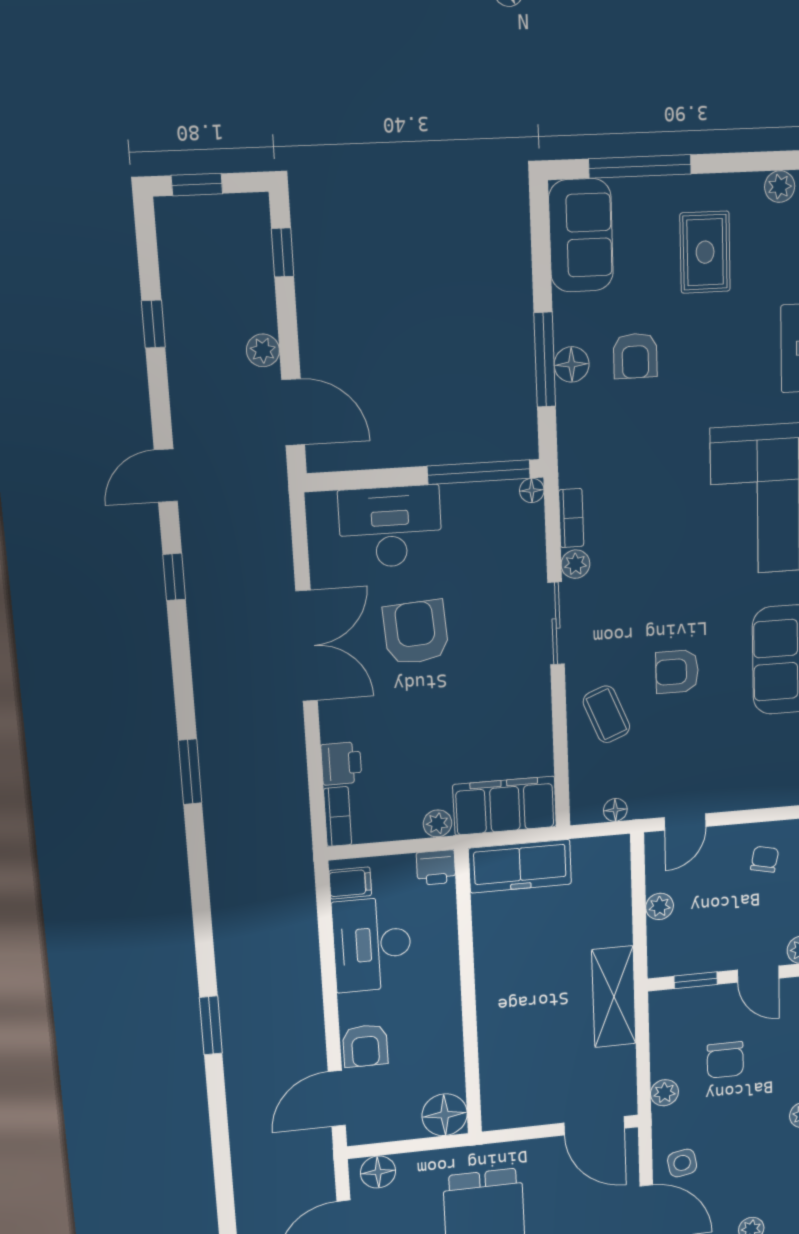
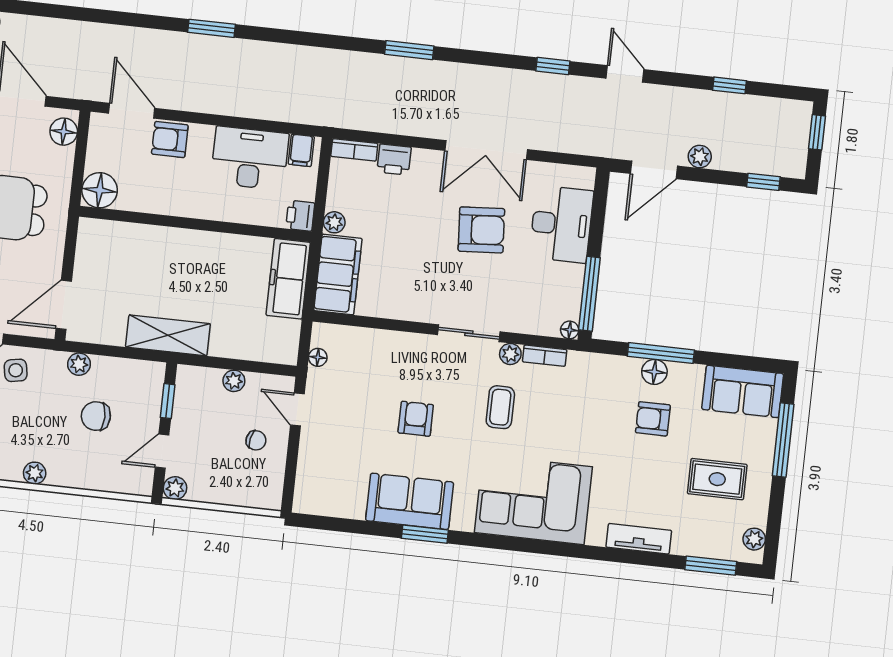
coffee table: (606, 714) -> (500, 407), moved, turned -68
chair: (765, 859) -> (256, 440), moved

